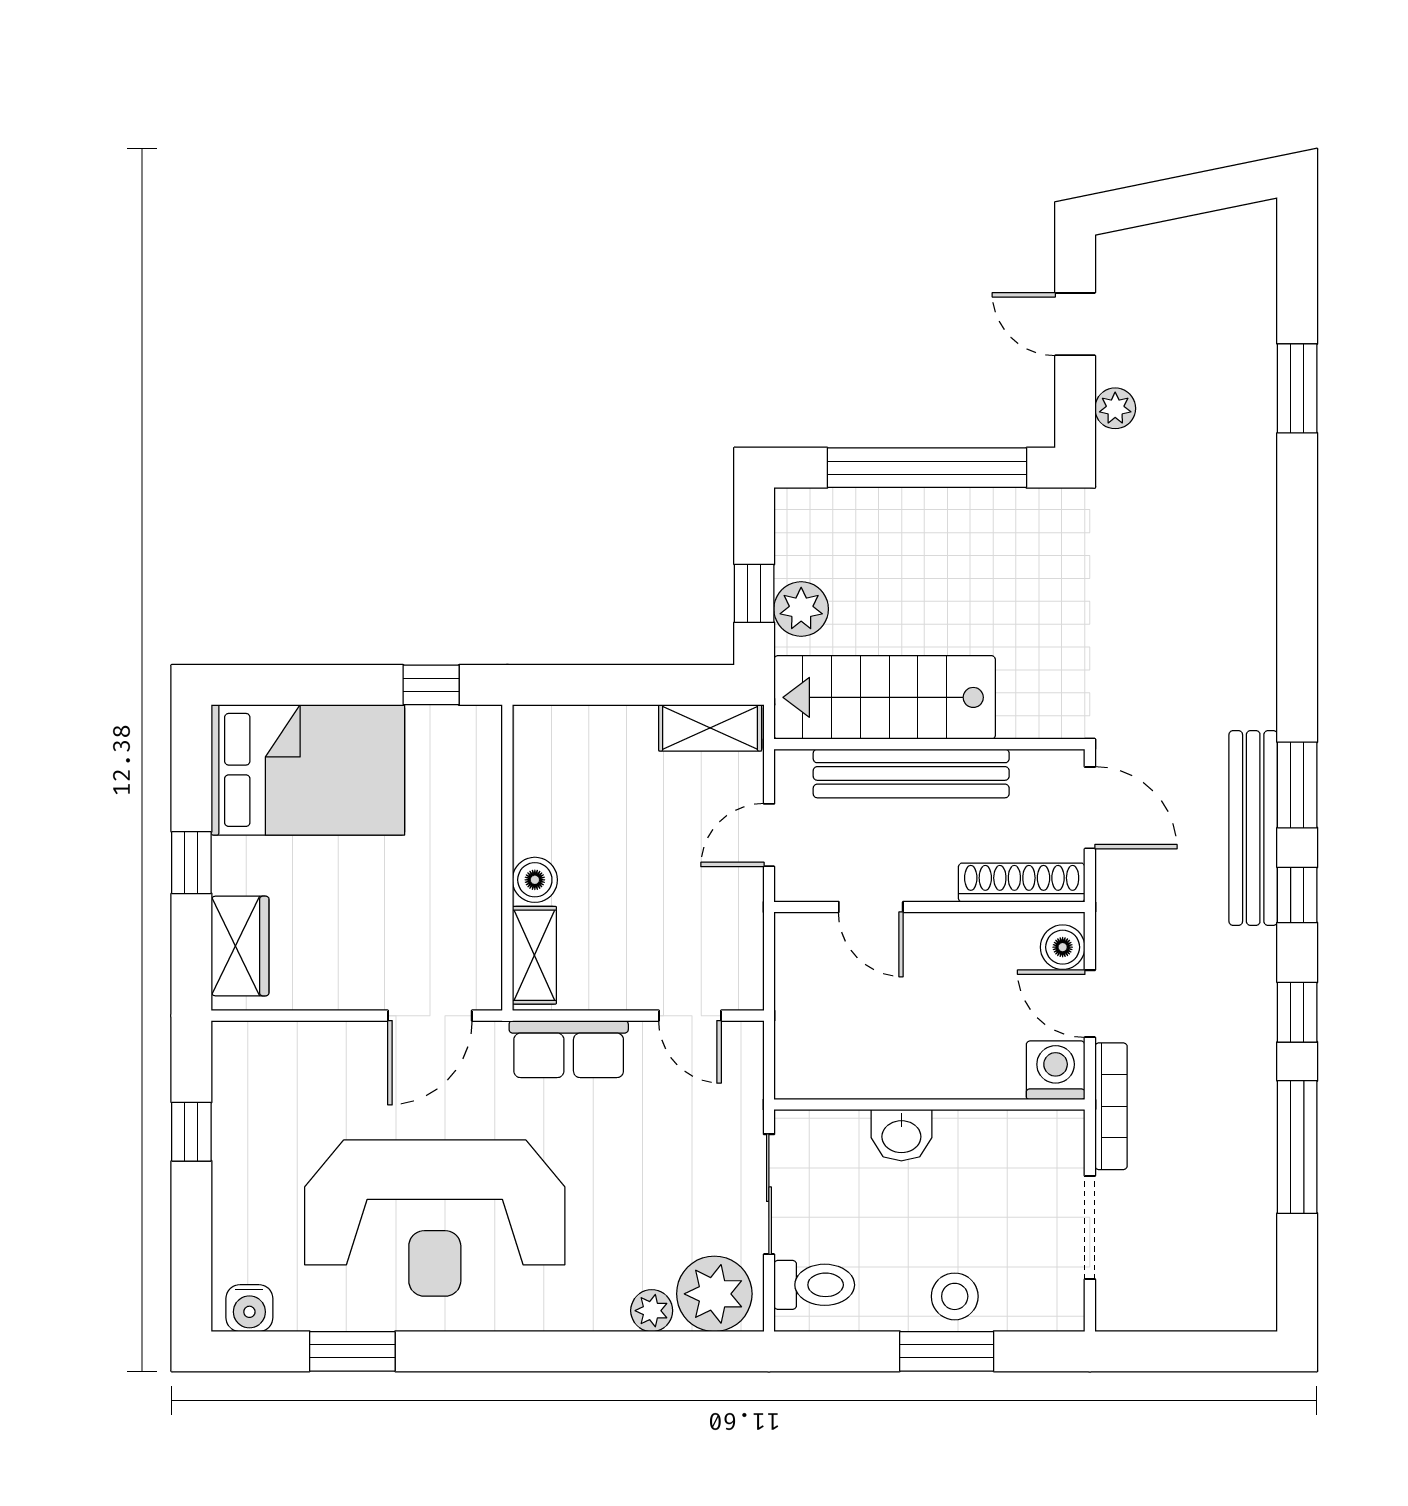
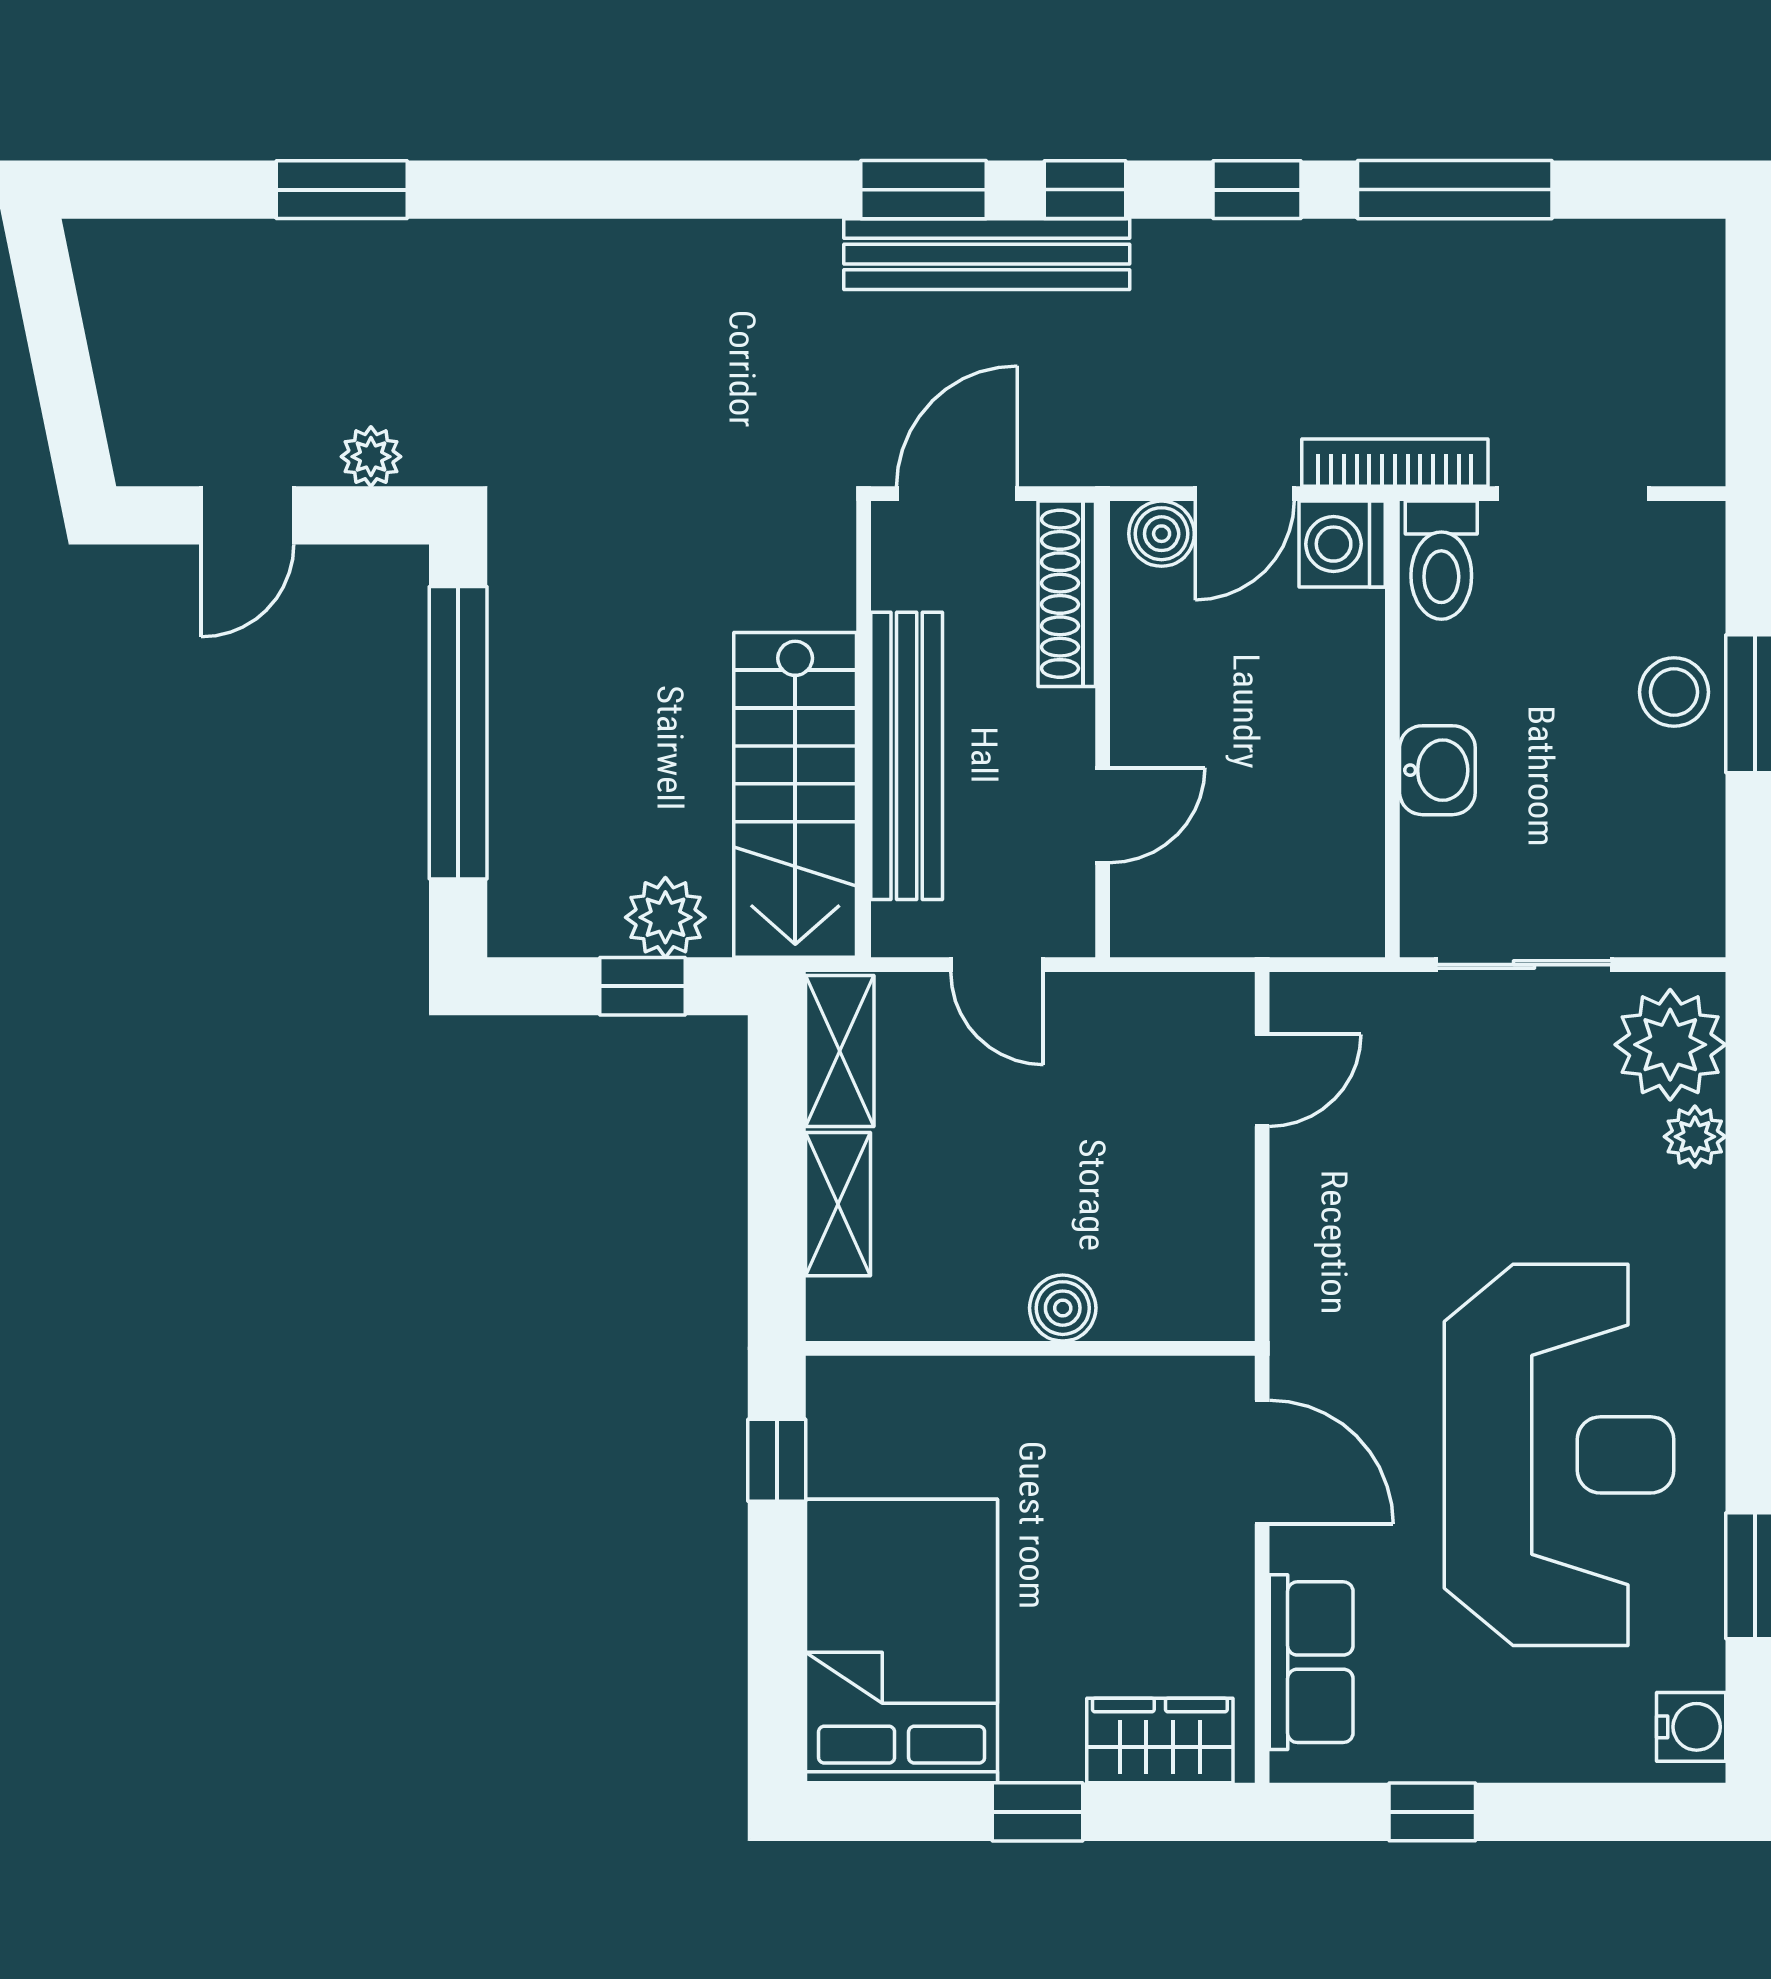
shelving: (534, 955) -> (838, 1204), moved, turned 90
row of seats: (569, 1049) -> (1311, 1662), moved
toilet: (814, 1285) -> (1441, 560), moved, turned 180

